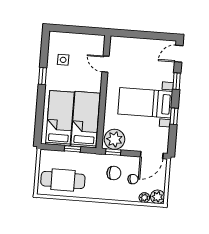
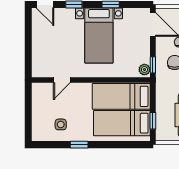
plant: (114, 139) -> (144, 70), width x0.53, depth x0.53
window: (73, 149) -> (153, 121), moved

